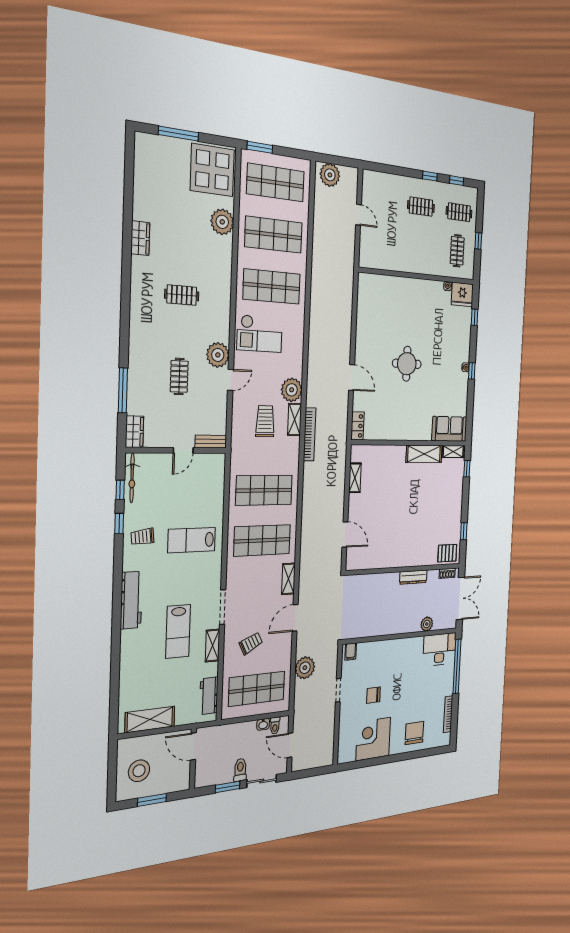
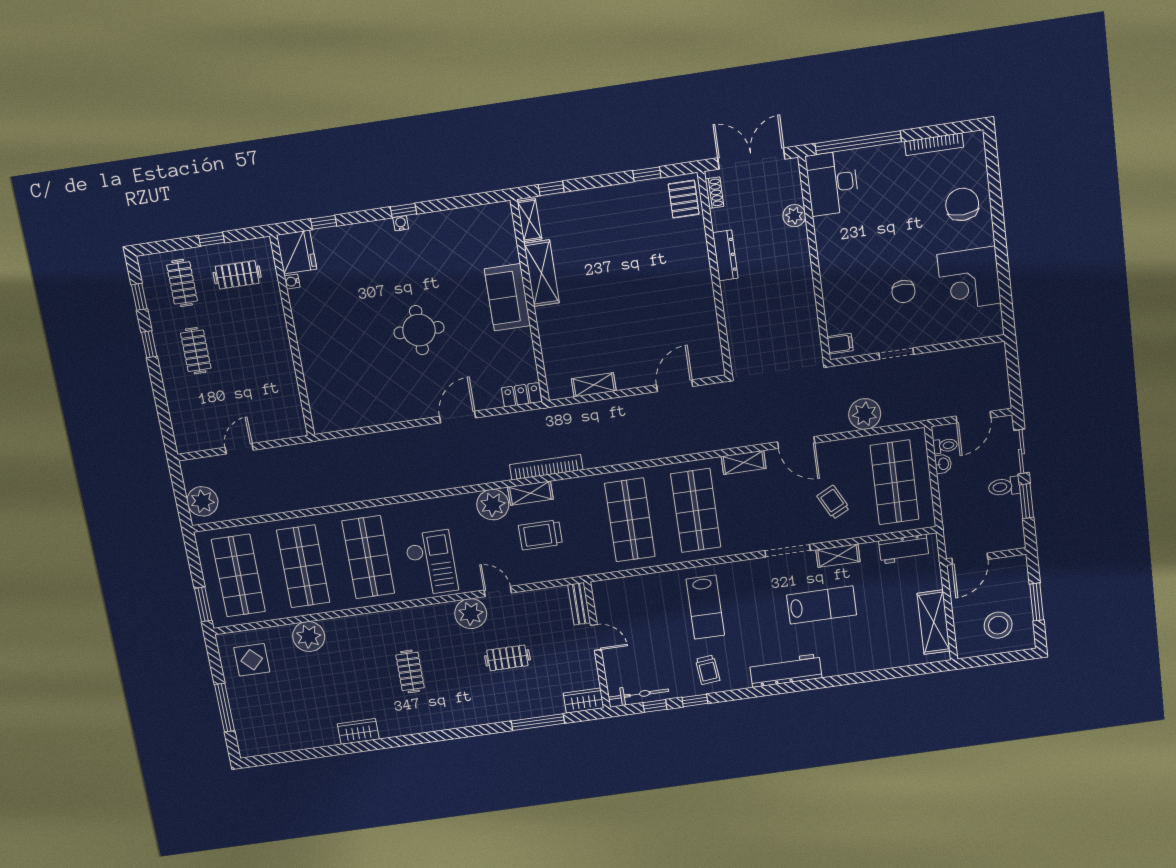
display table: (212, 170) -> (252, 660), width x0.54, depth x0.54
sofa: (449, 429) -> (507, 297), moved
chair: (414, 733) -> (962, 204), turned 88

